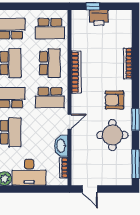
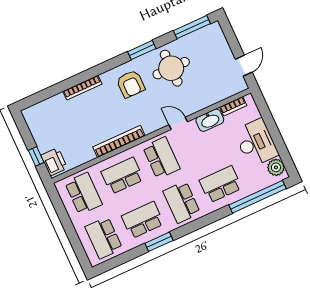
printer: (99, 18) -> (54, 162), moved

